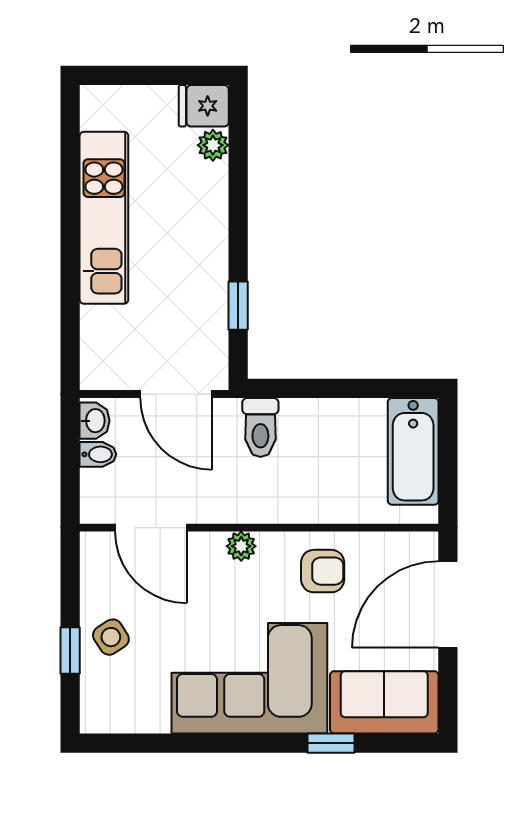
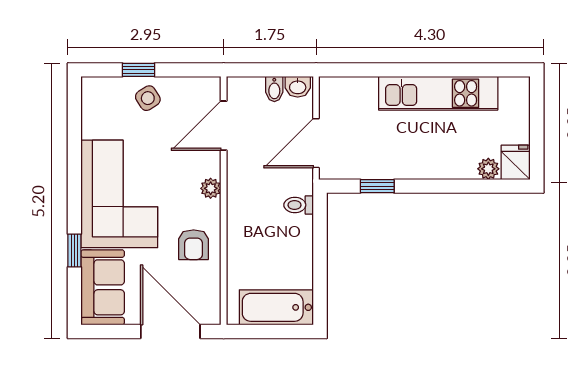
toilet: (260, 427) -> (299, 205), width x0.73, depth x0.72

